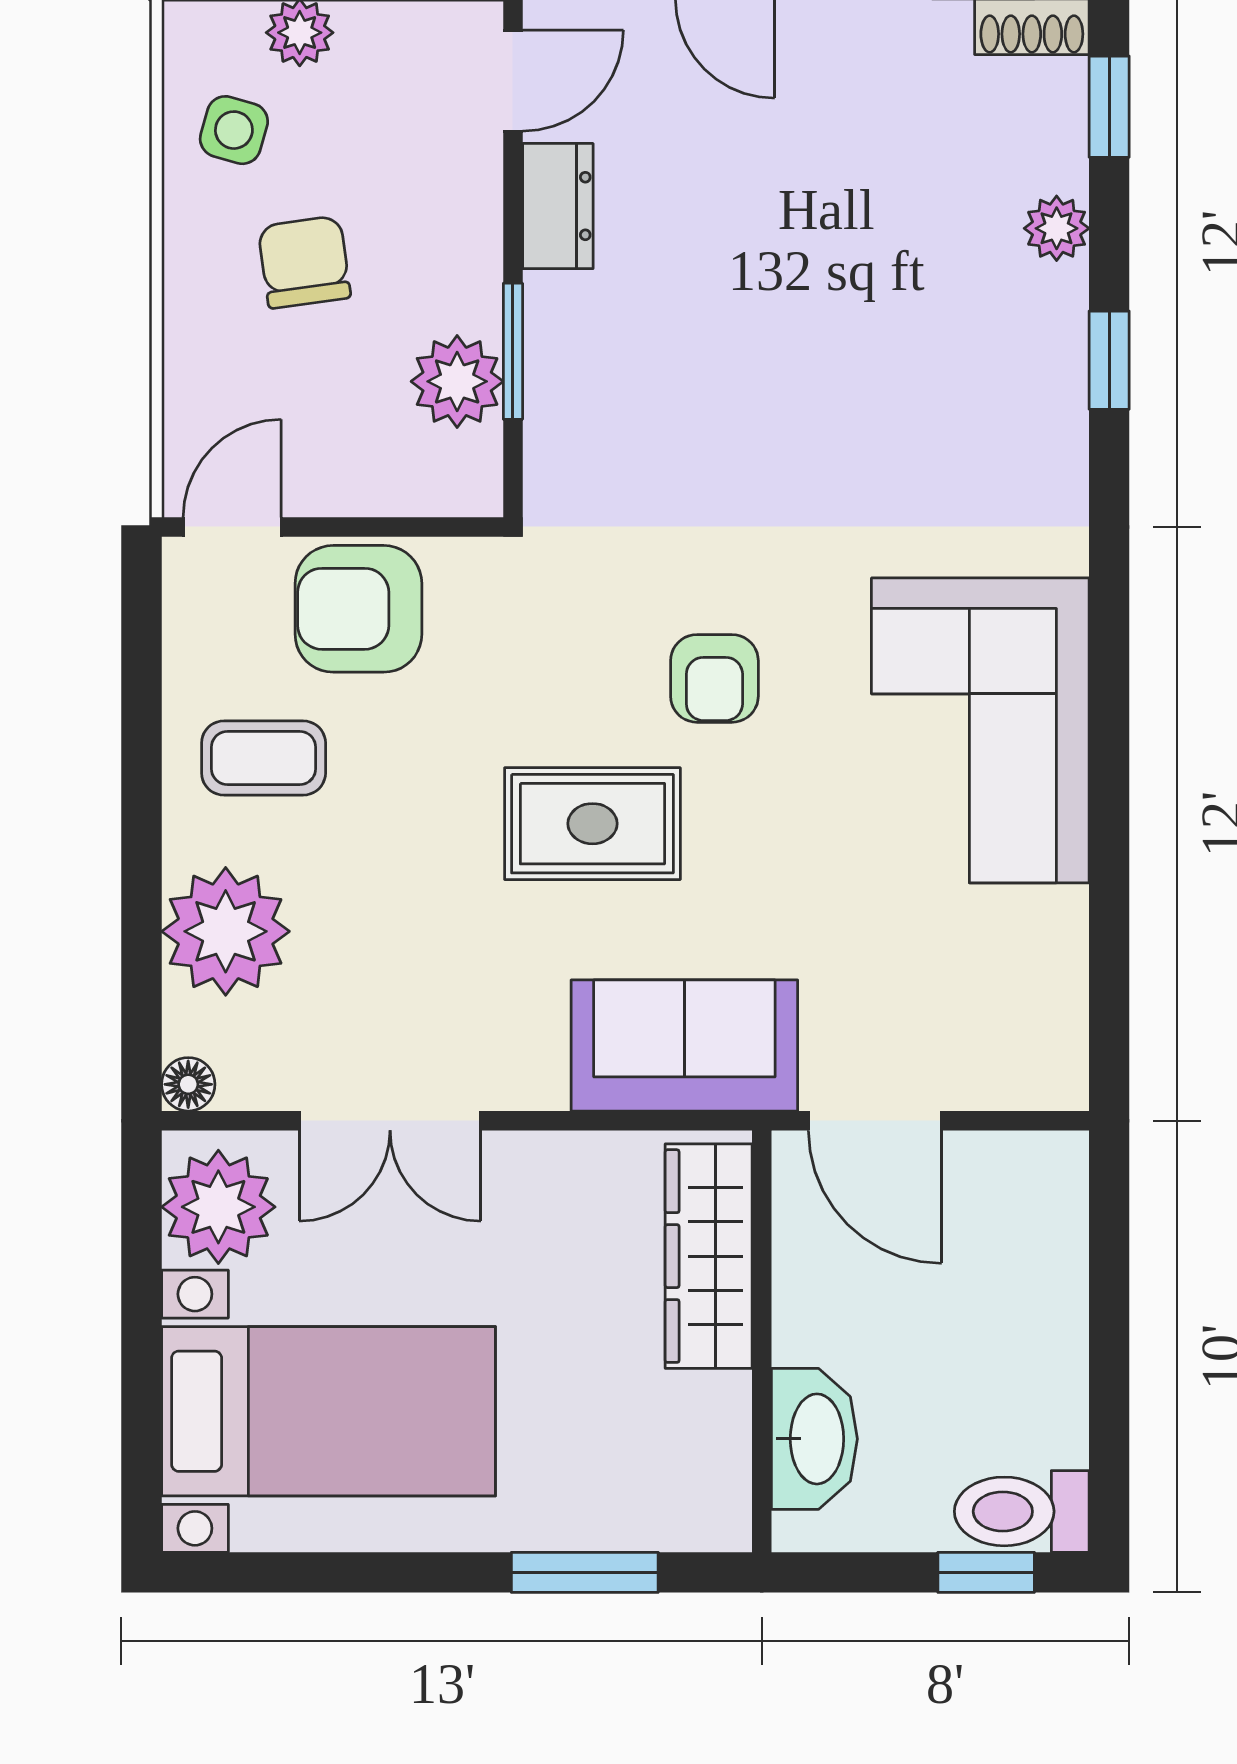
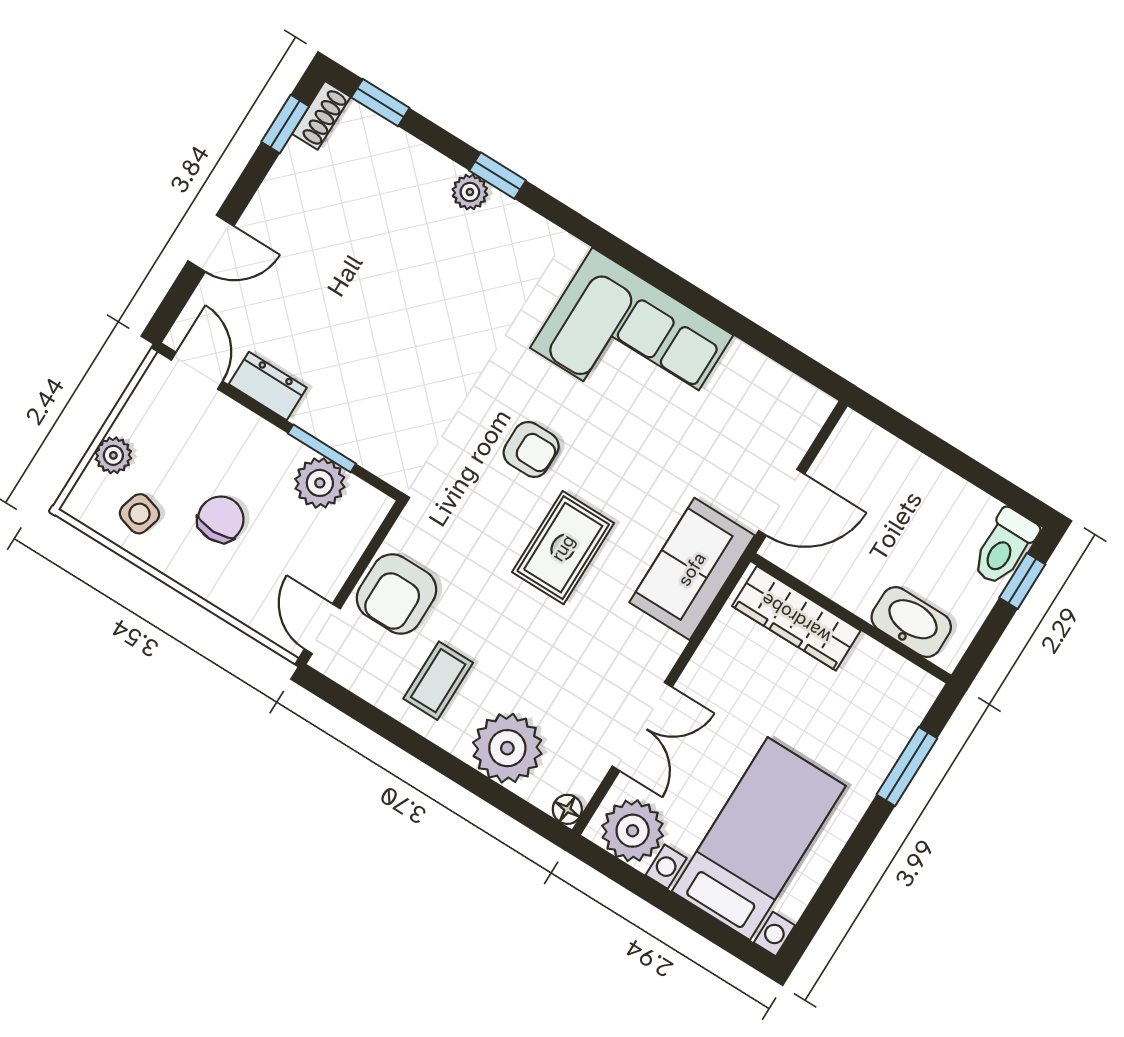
plant: (1057, 228) -> (470, 192), moved
chair: (304, 262) -> (221, 519), turned 98

